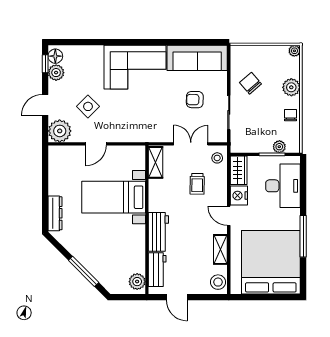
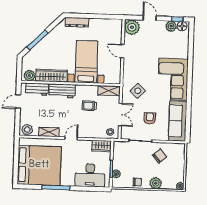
side table: (88, 106) -> (138, 91), moved
trolley: (197, 184) -> (89, 106), moved
nightstand: (239, 196) -> (85, 146), removed
wardrobe: (136, 249) -> (51, 76), added

